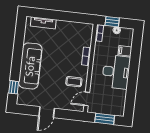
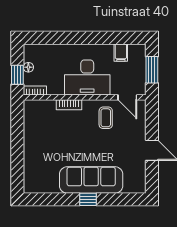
tv unit: (43, 23) -> (30, 169), removed
filing cabinet: (125, 51) -> (121, 53), moved
desk: (116, 72) -> (87, 77), moved, turned 180
window: (14, 87) -> (88, 199), moved

